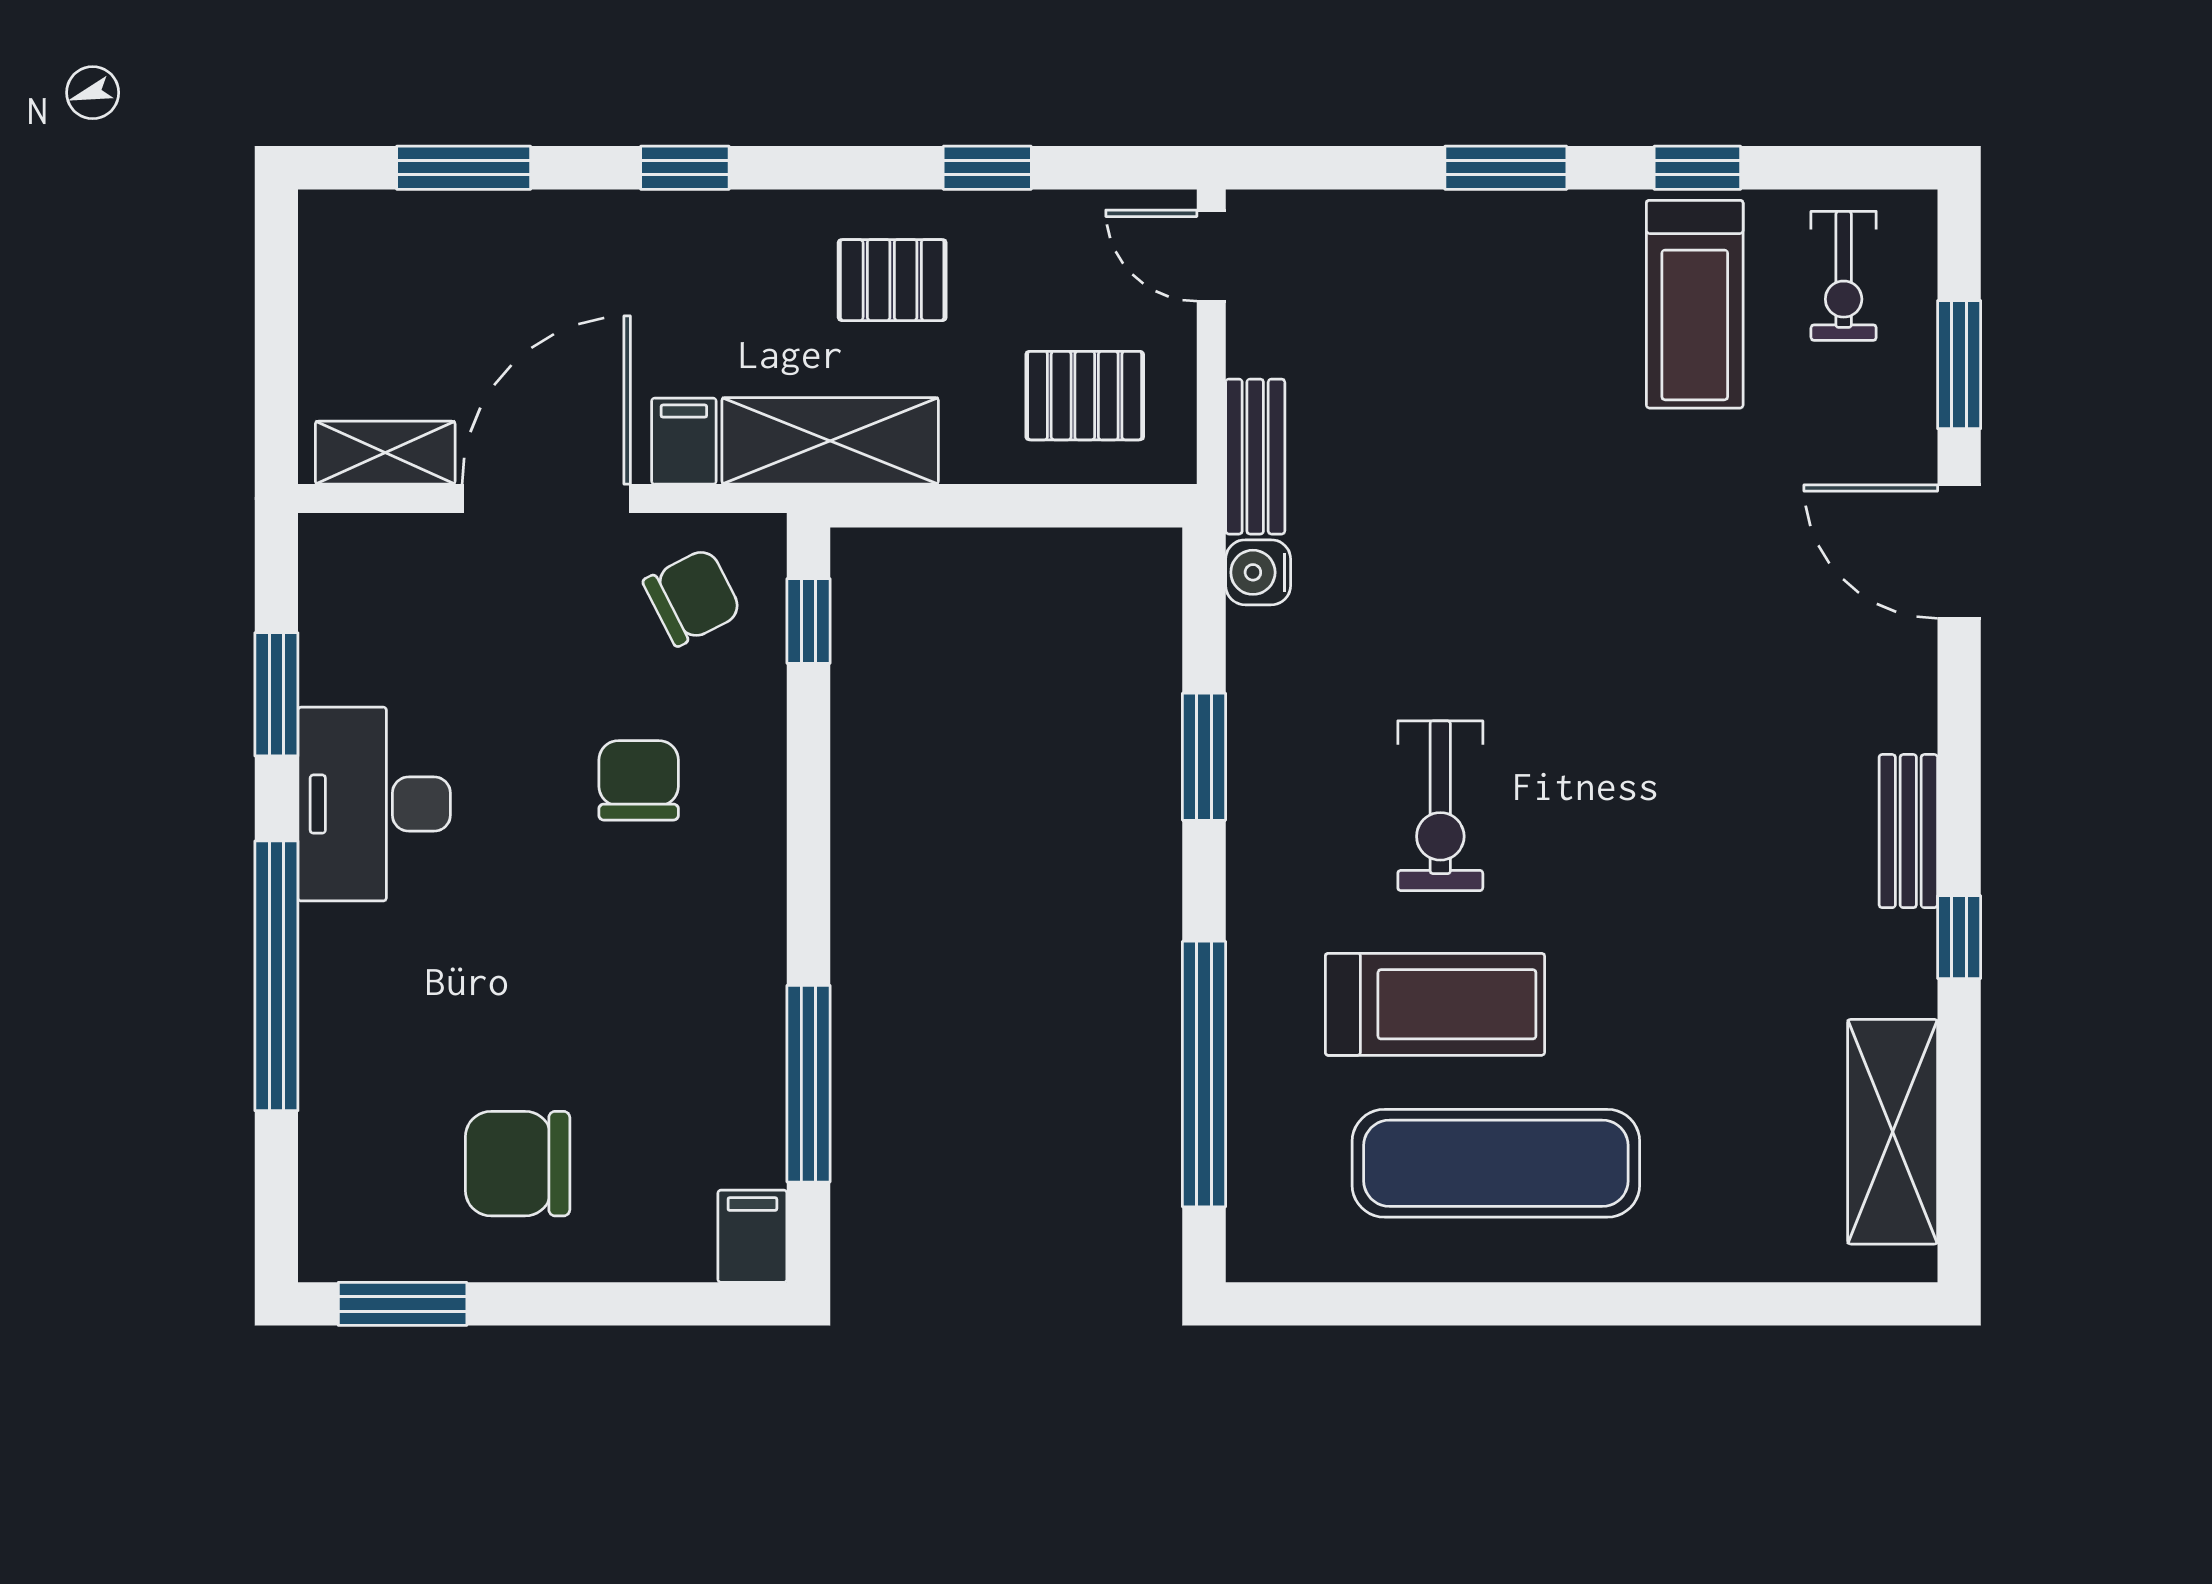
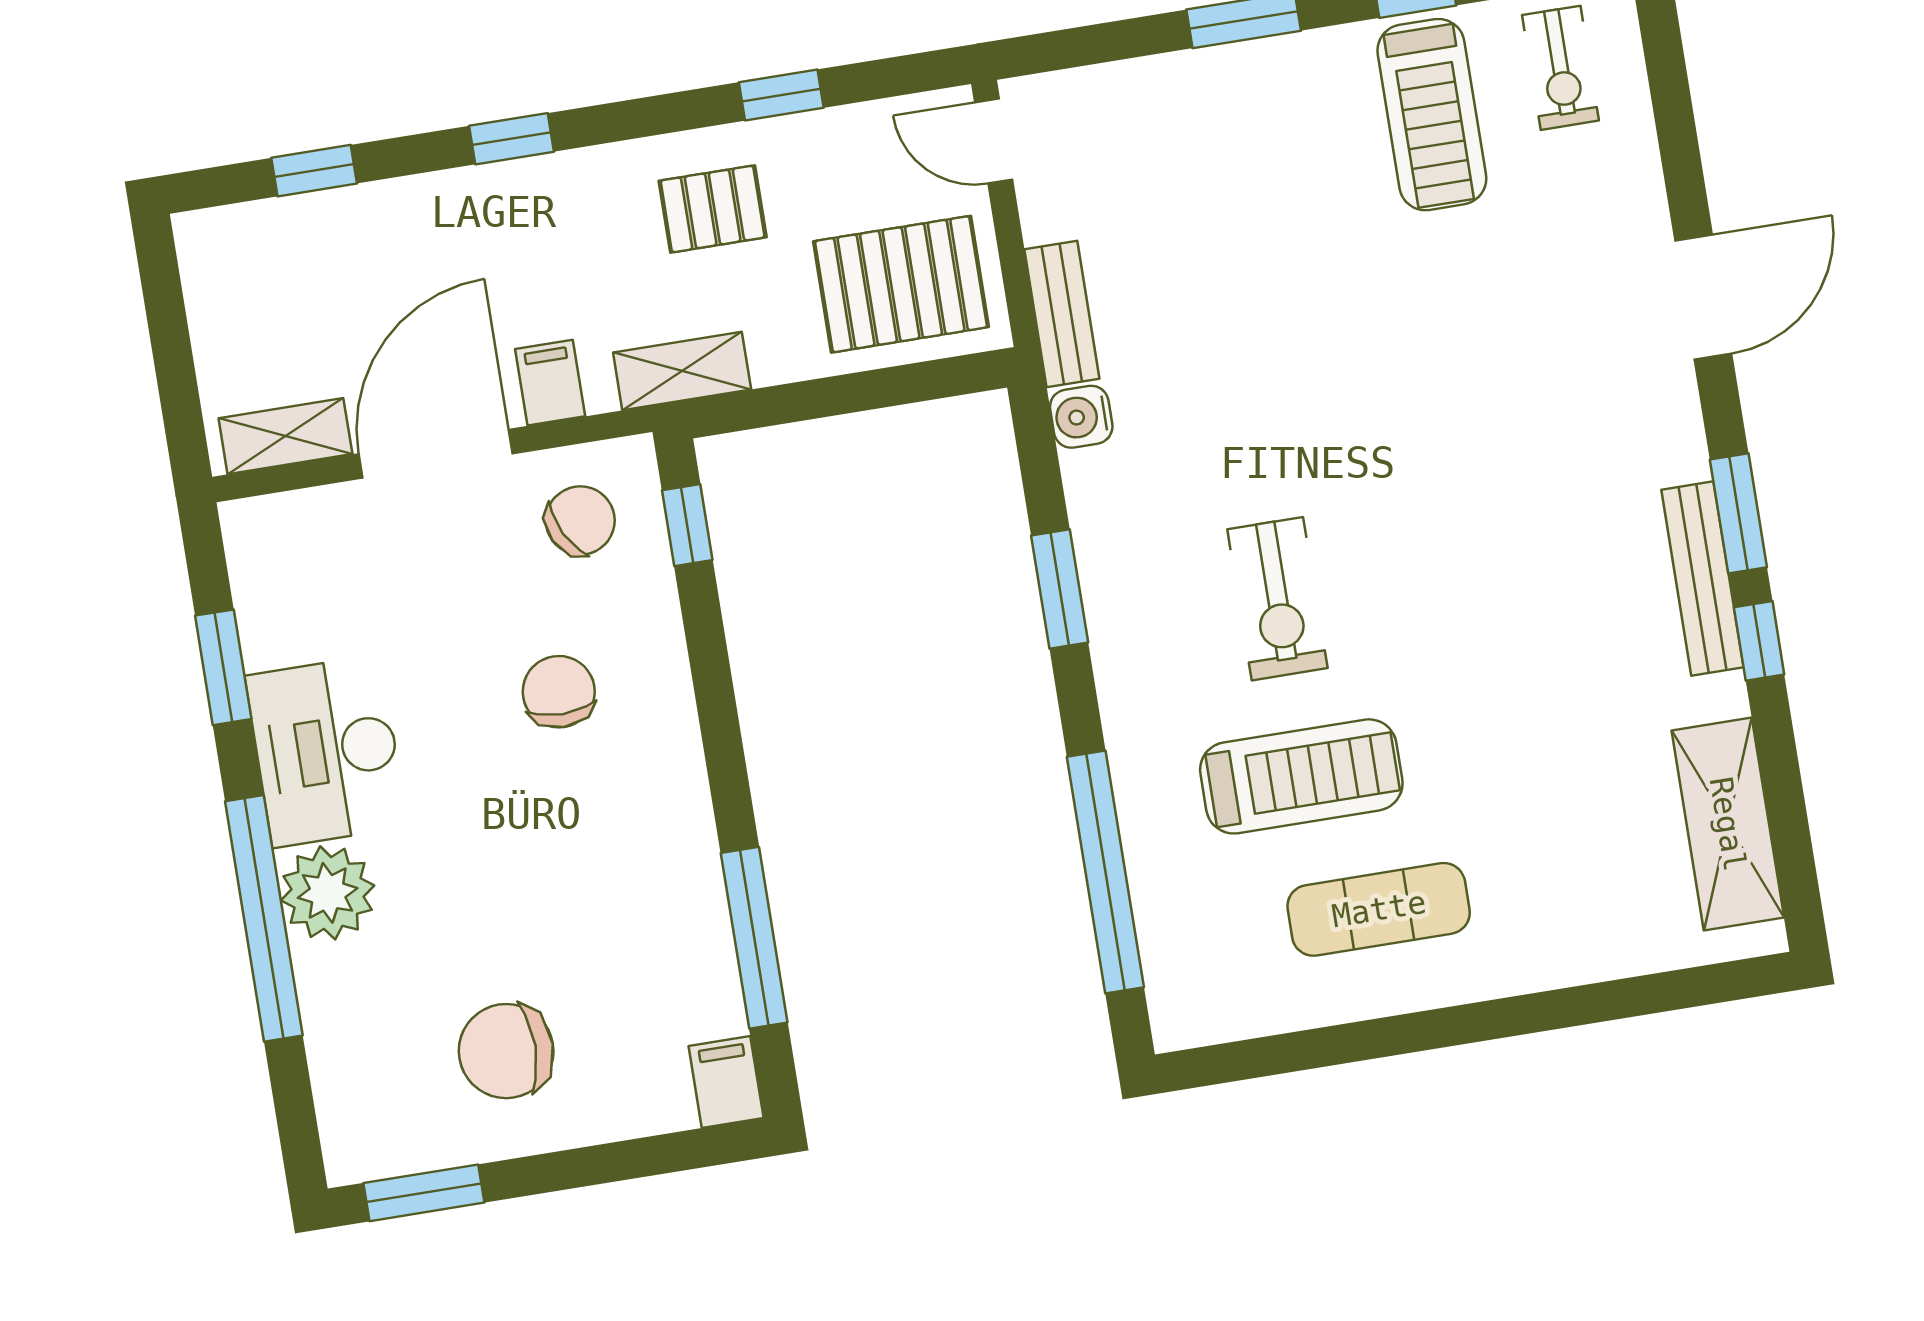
window: (464, 168) -> (314, 171), width x0.67
window: (1959, 365) -> (1738, 513), moved
pallet: (1085, 396) -> (901, 284), width x1.50, depth x1.42
shelving: (830, 441) -> (682, 371), width x0.67, depth x0.75
door: (1959, 552) -> (1703, 297), swing flipped
bench: (1908, 831) -> (1702, 578), width x1.36
plant: (350, 959) -> (328, 893), added
exercise mat: (1496, 1163) -> (1379, 909), width x0.73, depth x0.69

